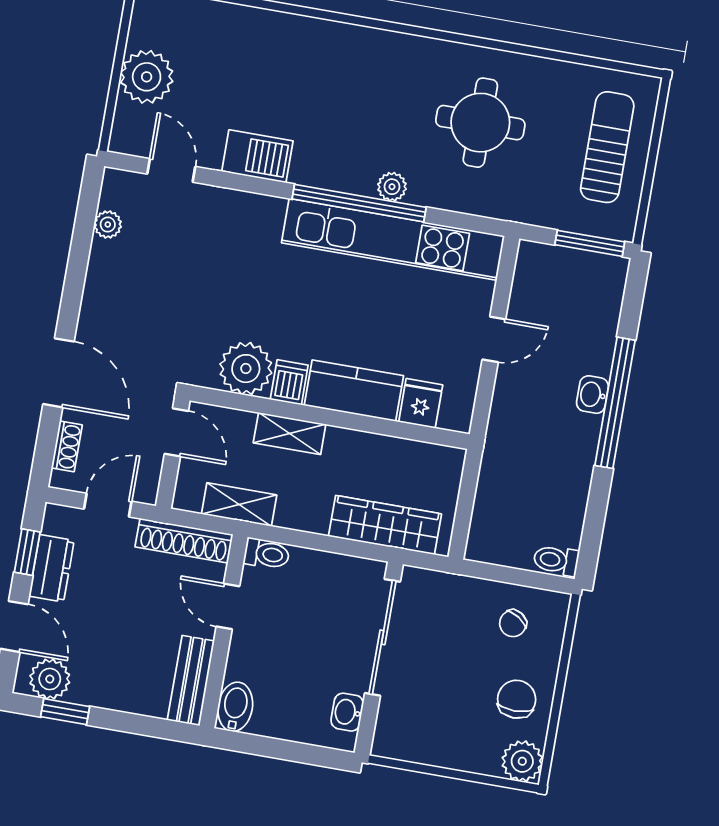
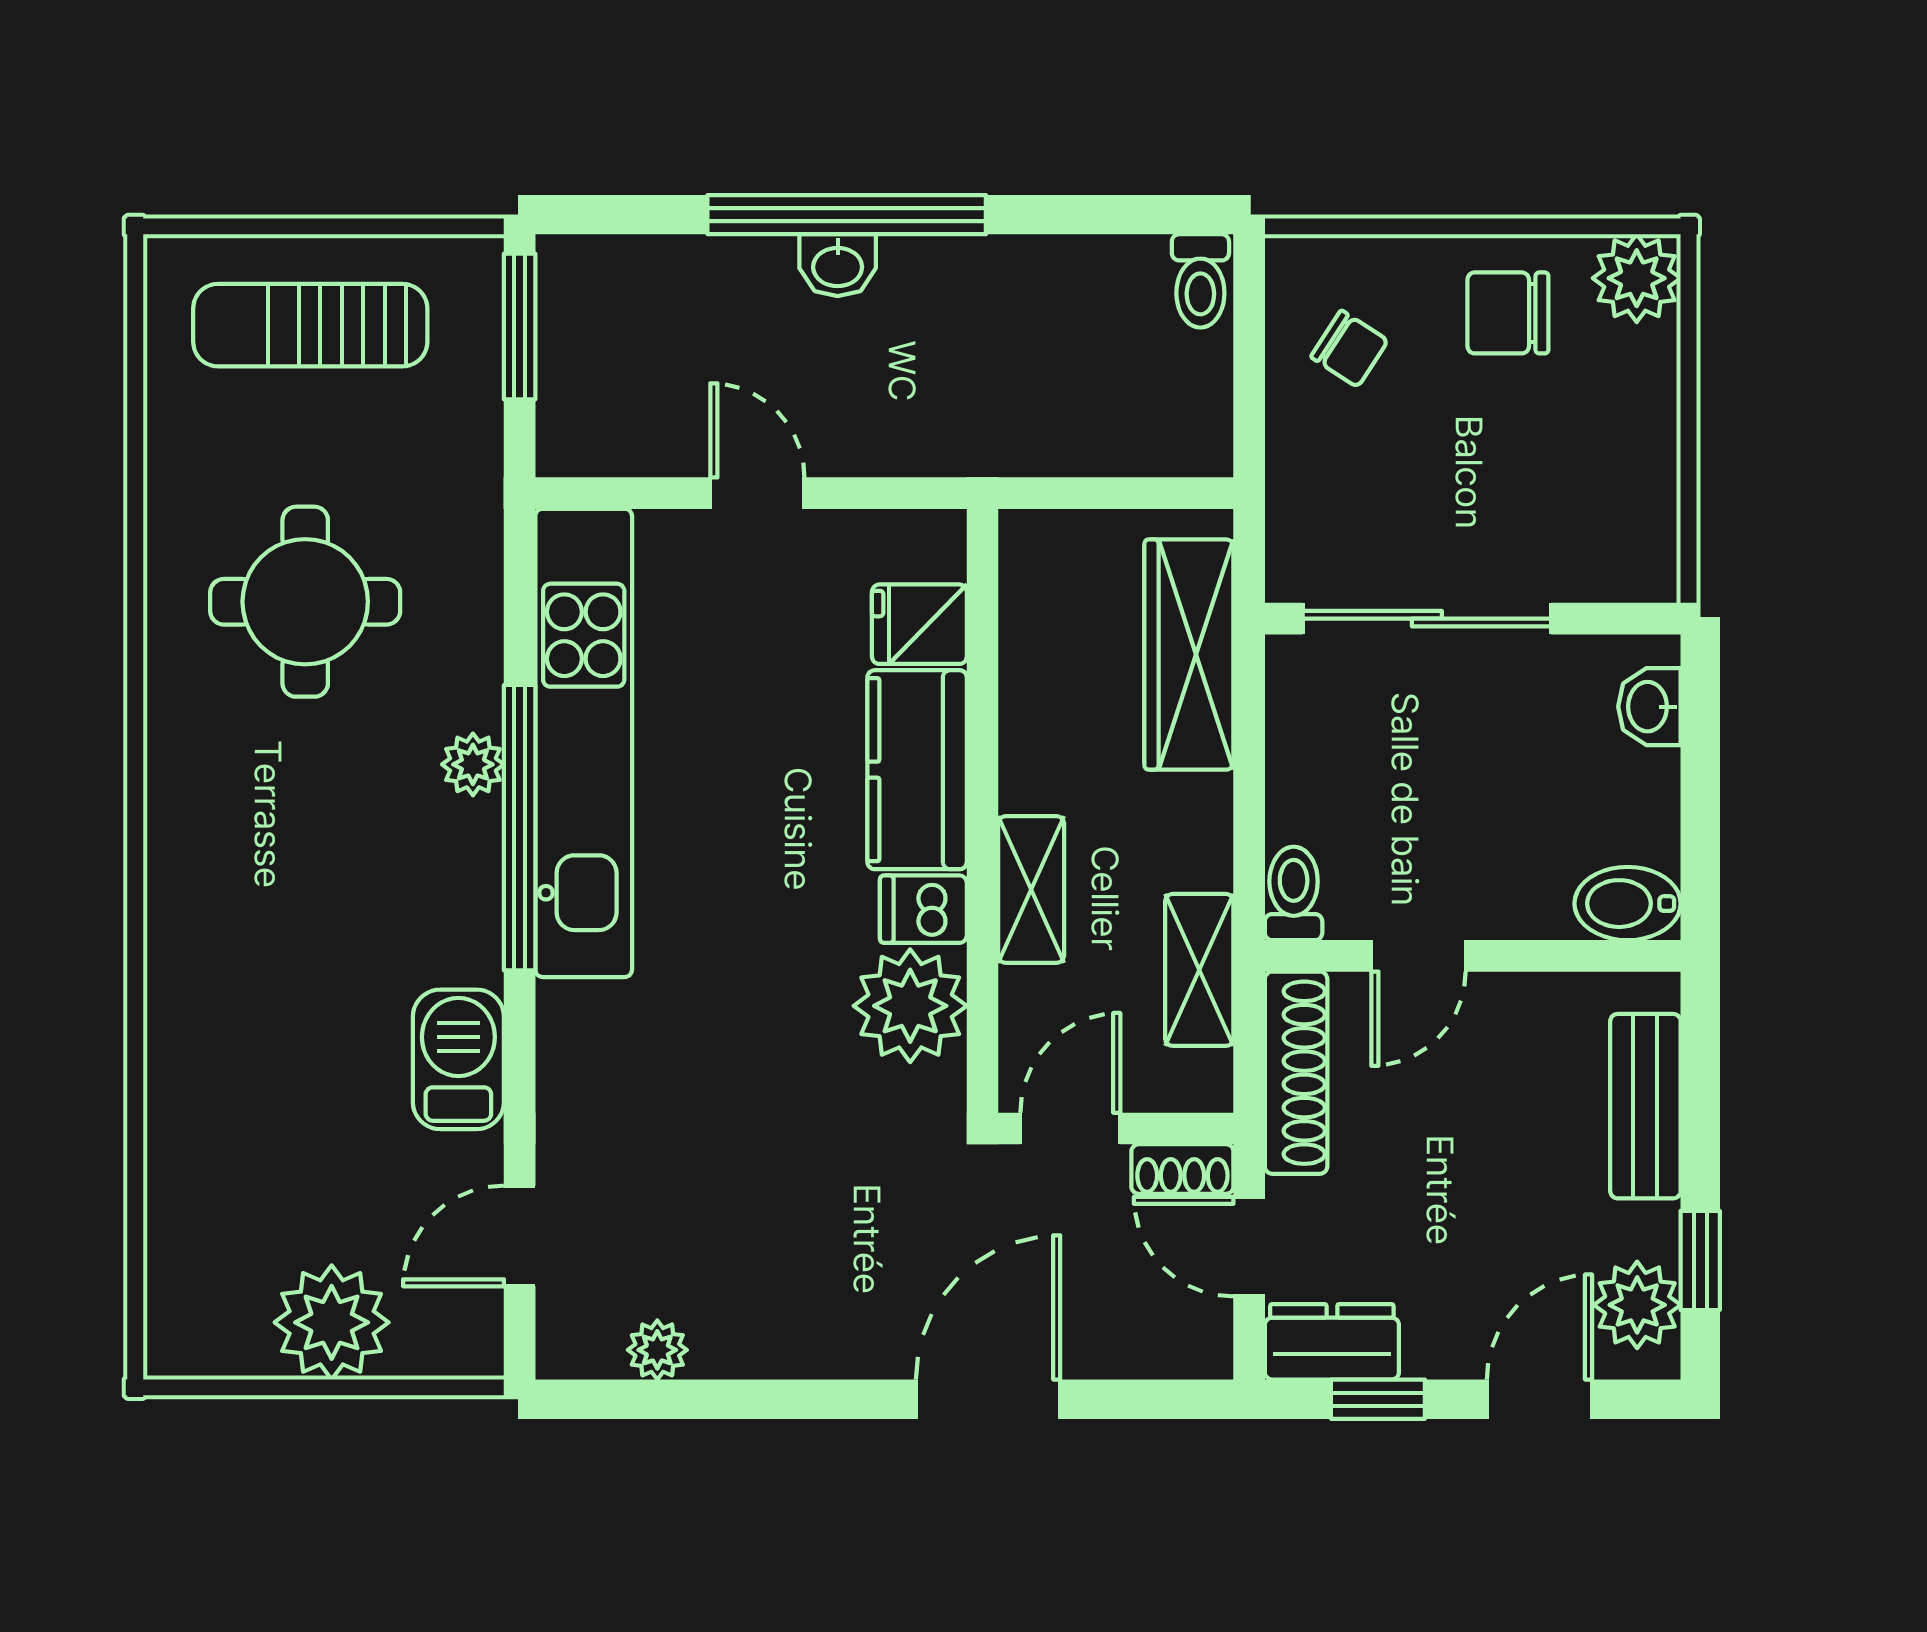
shoe rack: (67, 446) -> (1182, 1169), moved, turned 180
dresser: (52, 568) -> (1332, 1342), moved
bench: (191, 681) -> (1645, 1106), moved, turned 90
washbasin: (347, 712) -> (1649, 707), moved, turned 90

